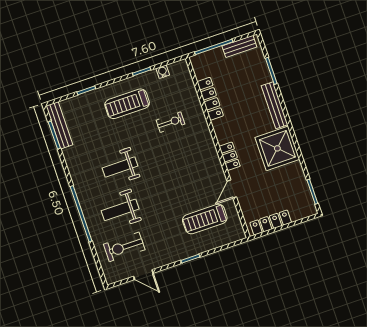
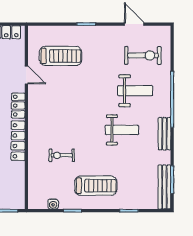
locker: (210, 99) -> (18, 141), moved
bench: (77, 178) -> (164, 134), added
door: (232, 189) -> (26, 75), hinge flipped

